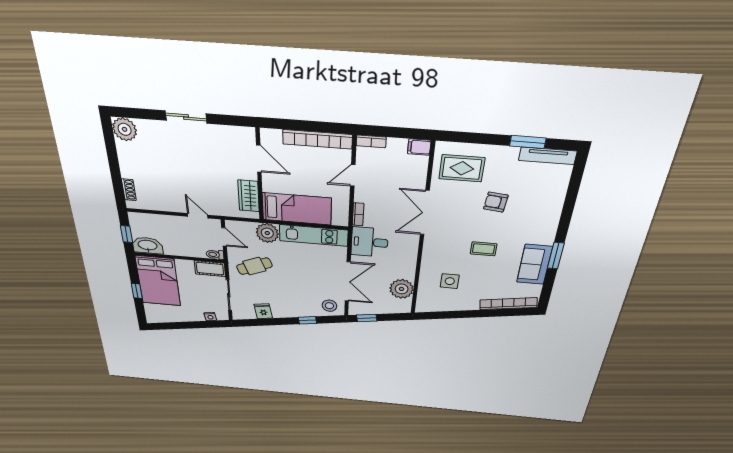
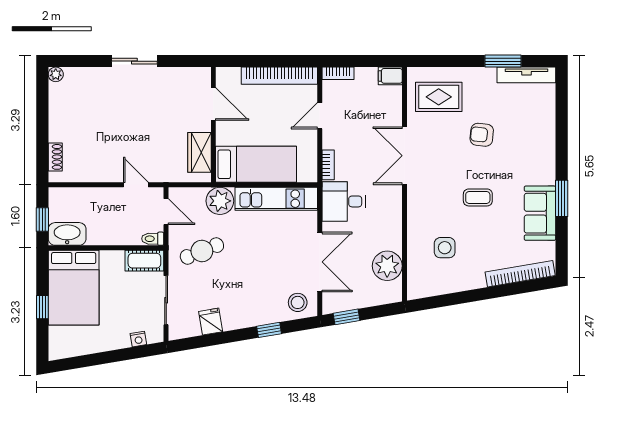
plant: (125, 129) -> (56, 74), width x0.53, depth x0.53

